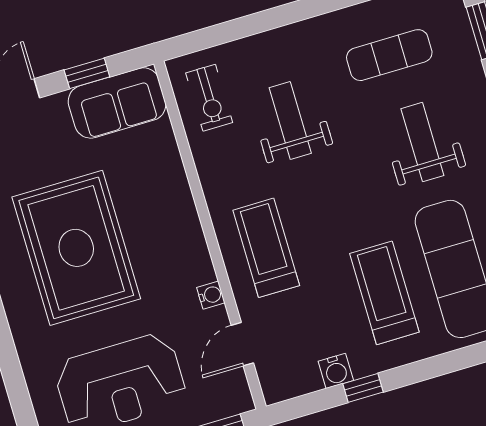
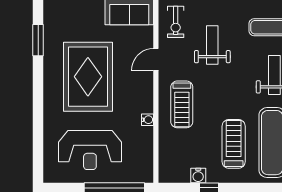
treadmill: (266, 248) -> (182, 104), turned 180
door: (242, 344) -> (156, 60), moved

